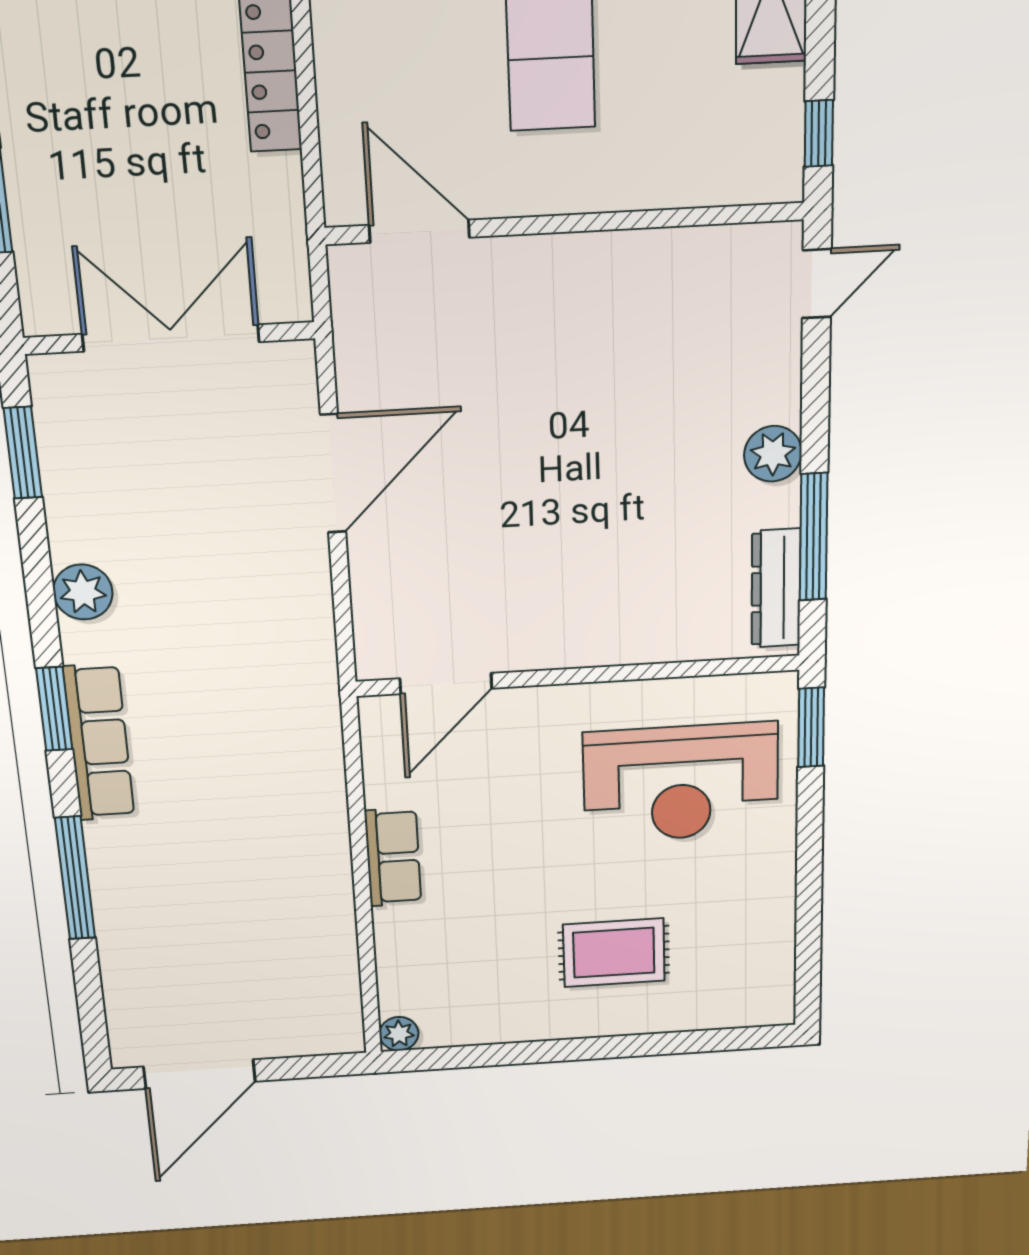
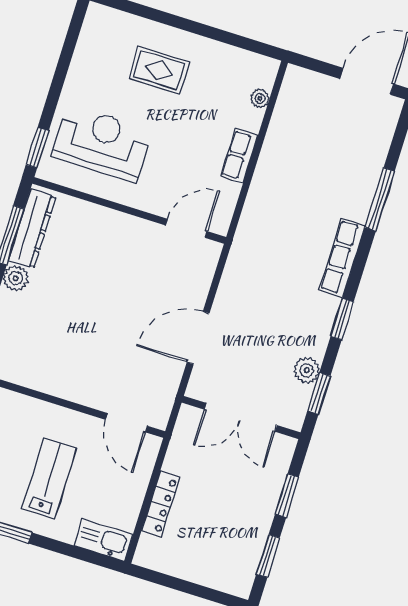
dresser: (776, 588) -> (32, 229), width x1.37, depth x1.24
plant: (83, 592) -> (307, 370), moved
window: (54, 709) -> (342, 319), moved
plant: (399, 1034) -> (260, 98), moved

